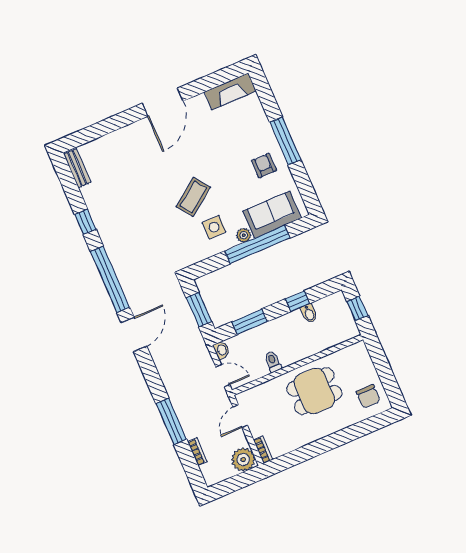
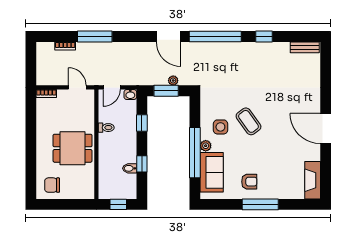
window: (249, 322) -> (142, 123), width x0.67
dining table: (314, 391) -> (73, 148), turned 90
plant: (243, 460) -> (173, 81), moved, width x0.53, depth x0.53

